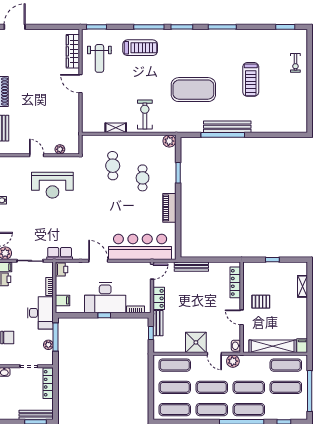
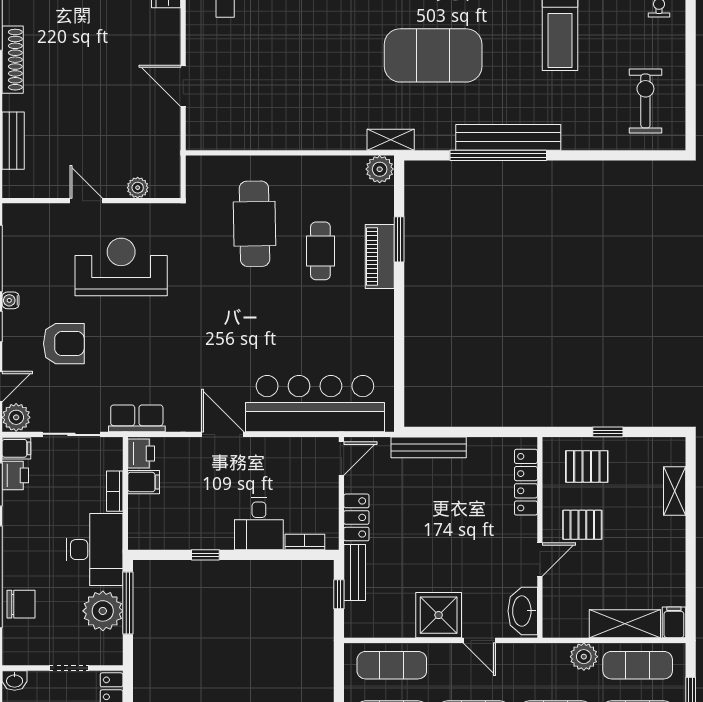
door: (80, 84) -> (183, 86), moved
exercise bike: (145, 114) -> (645, 101), moved
shelving: (116, 128) -> (391, 140), moved
cafe table: (113, 166) -> (254, 224), width x1.37, depth x1.35
reception desk: (52, 185) -> (121, 267), turned 180
piano: (169, 208) -> (380, 257), moved
armchair: (27, 220) -> (64, 344), added
pallet: (263, 275) -> (587, 466), added
desk: (105, 298) -> (259, 524), width x0.53, depth x0.77
filing cabinet: (63, 300) -> (144, 482), moved
window: (104, 315) -> (205, 555), moved
door: (242, 317) -> (540, 560), swing flipped
plant: (48, 345) -> (103, 611), width x1.88, depth x1.88
washbasin: (236, 346) -> (523, 611), width x1.91, depth x1.45
shelving: (273, 346) -> (625, 624), width x0.68
plant: (233, 361) -> (584, 657), moved

